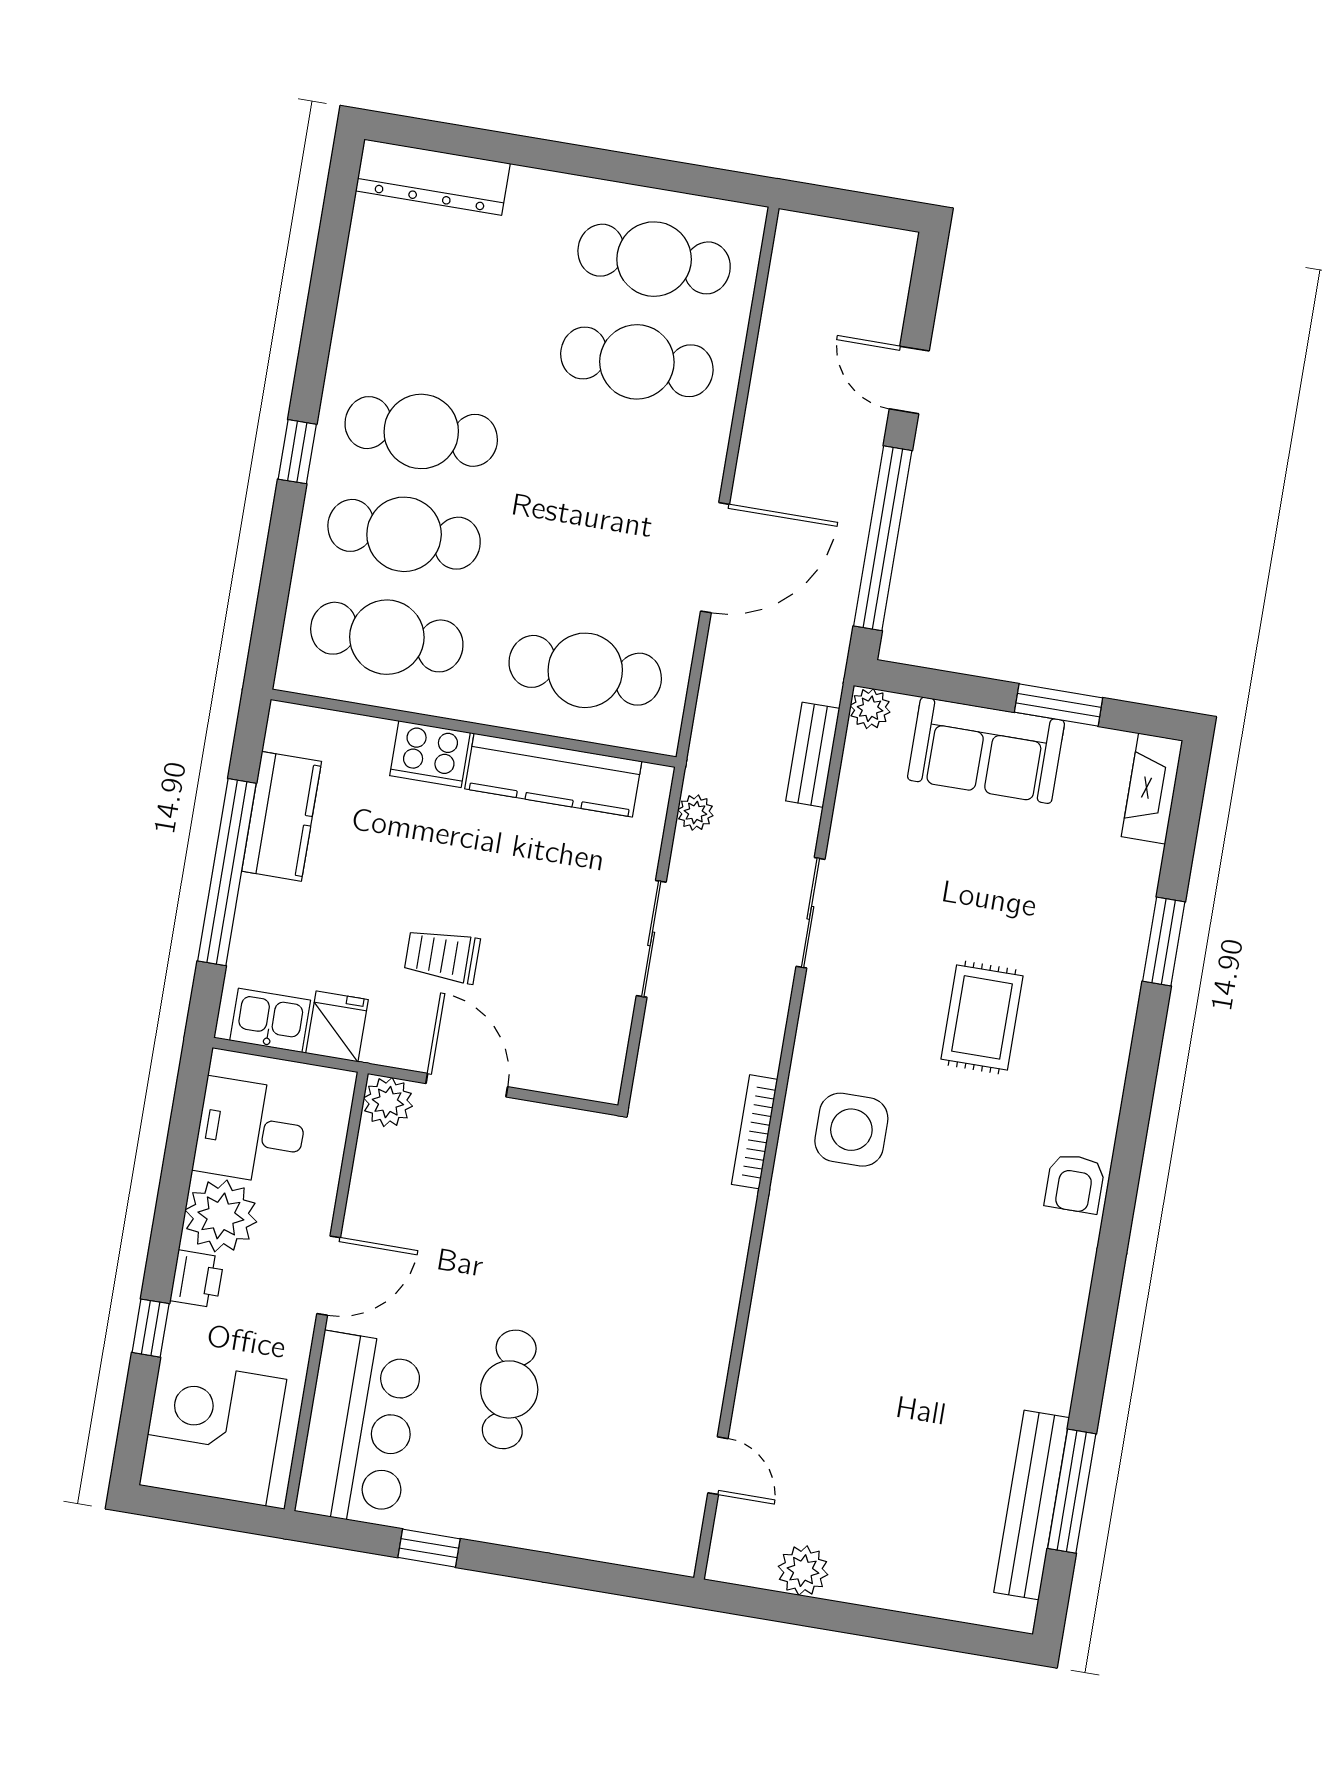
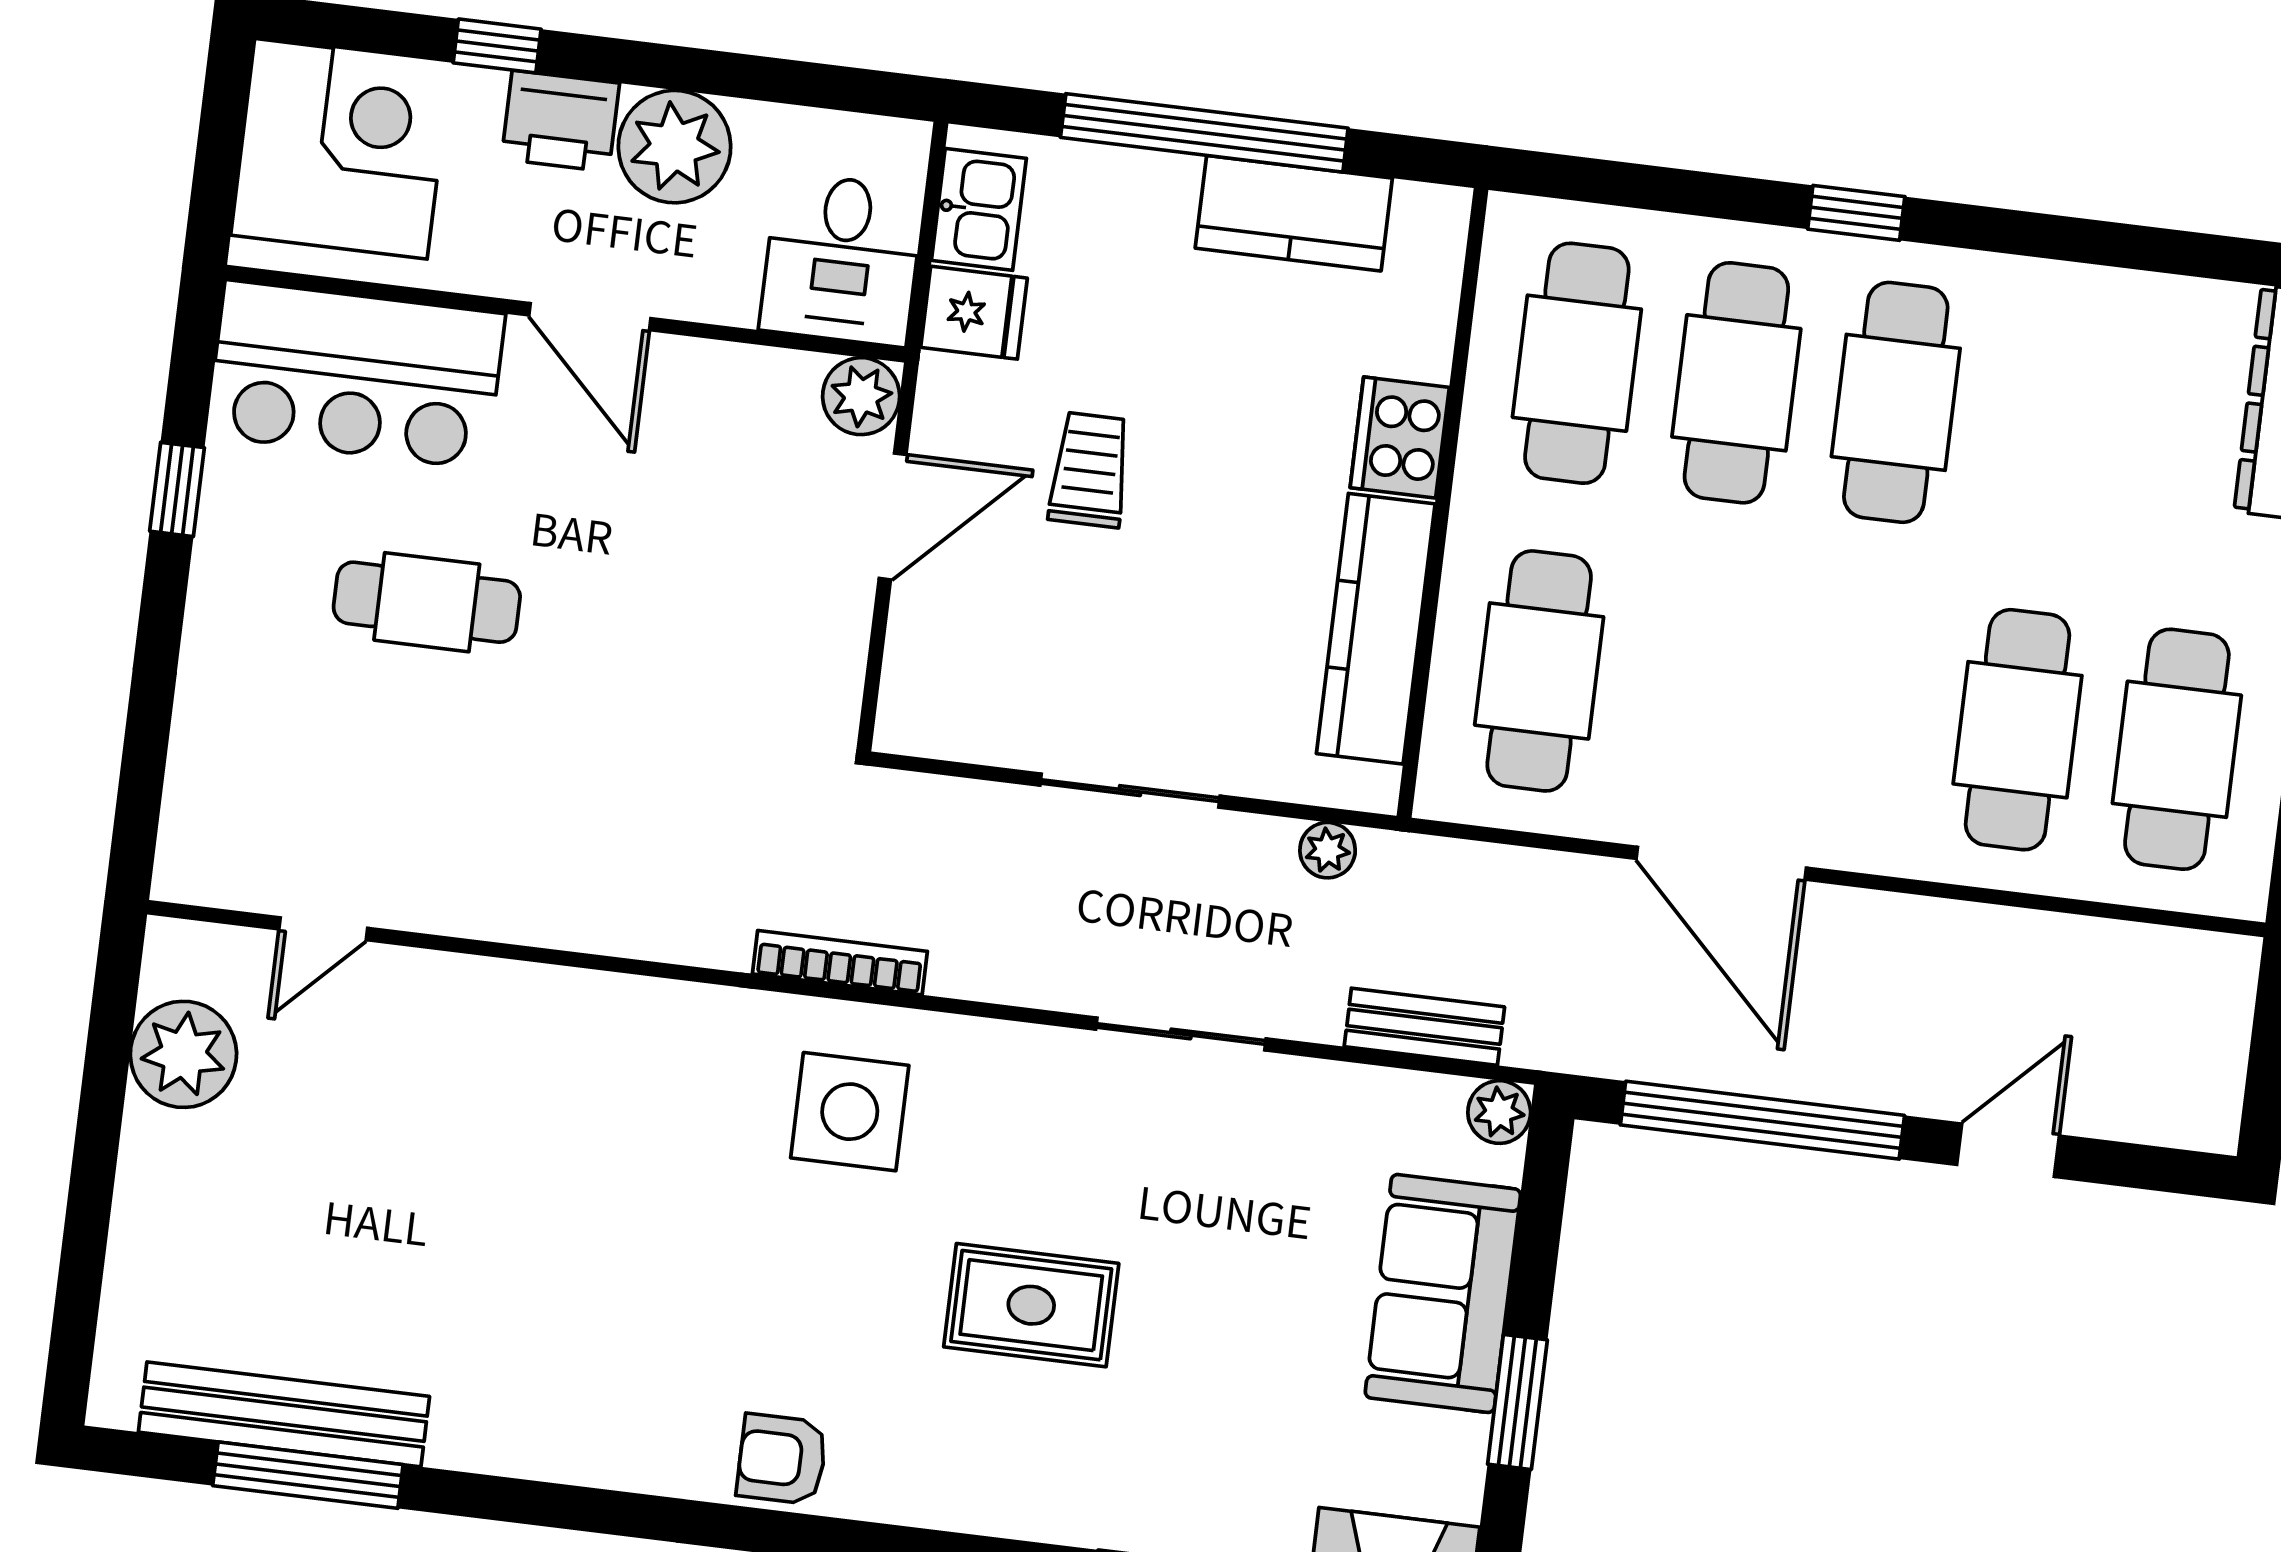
desk: (251, 1131) -> (842, 259), moved, turned 180
printer: (197, 1279) -> (560, 121), width x1.36, depth x1.24
plant: (803, 1571) -> (183, 1054), width x1.36, depth x1.36

